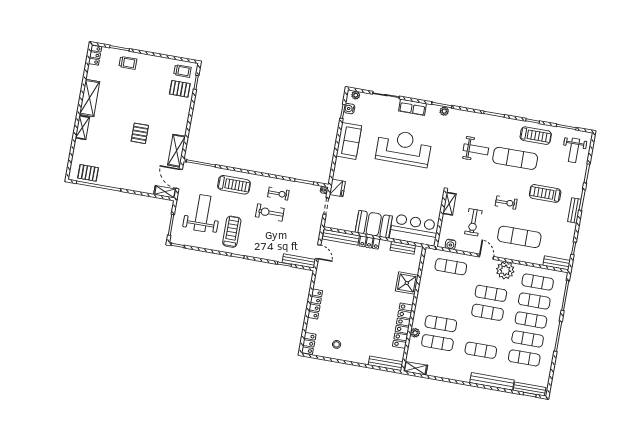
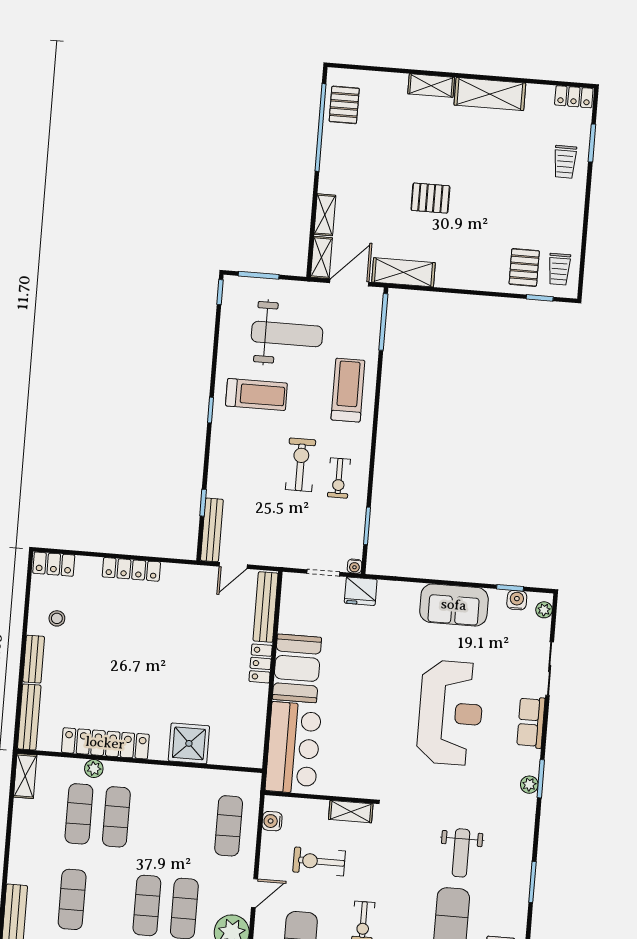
treadmill: (234, 185) -> (348, 390), turned 180
shelving: (143, 188) -> (325, 215), added
bench: (403, 248) -> (34, 659), moved

